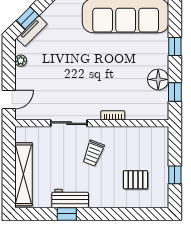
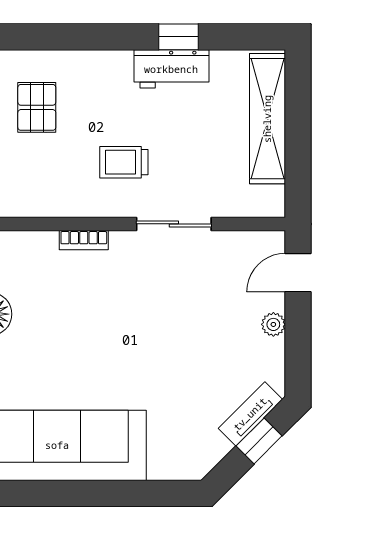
plant: (21, 61) -> (273, 324), moved
trolley: (93, 153) -> (124, 162), turned -111
pallet: (135, 180) -> (37, 107), turned 90

